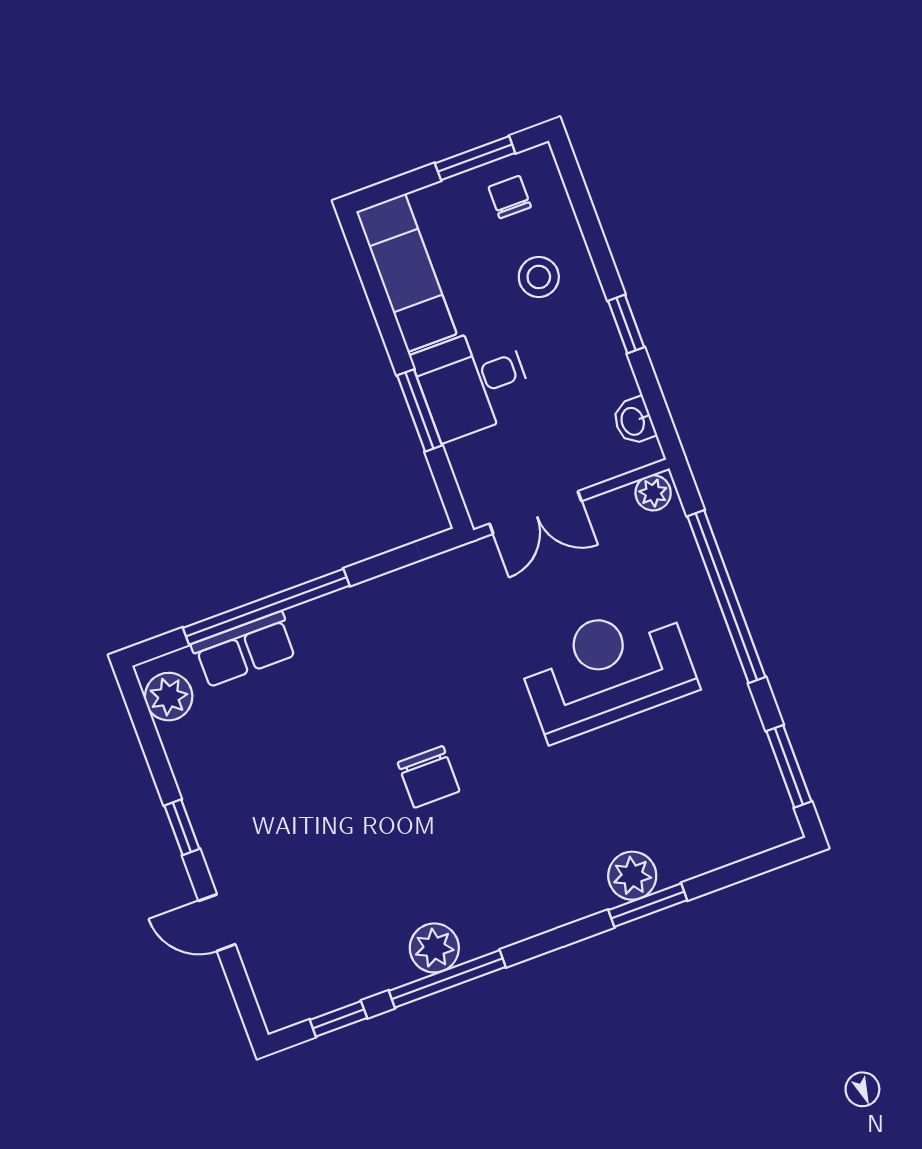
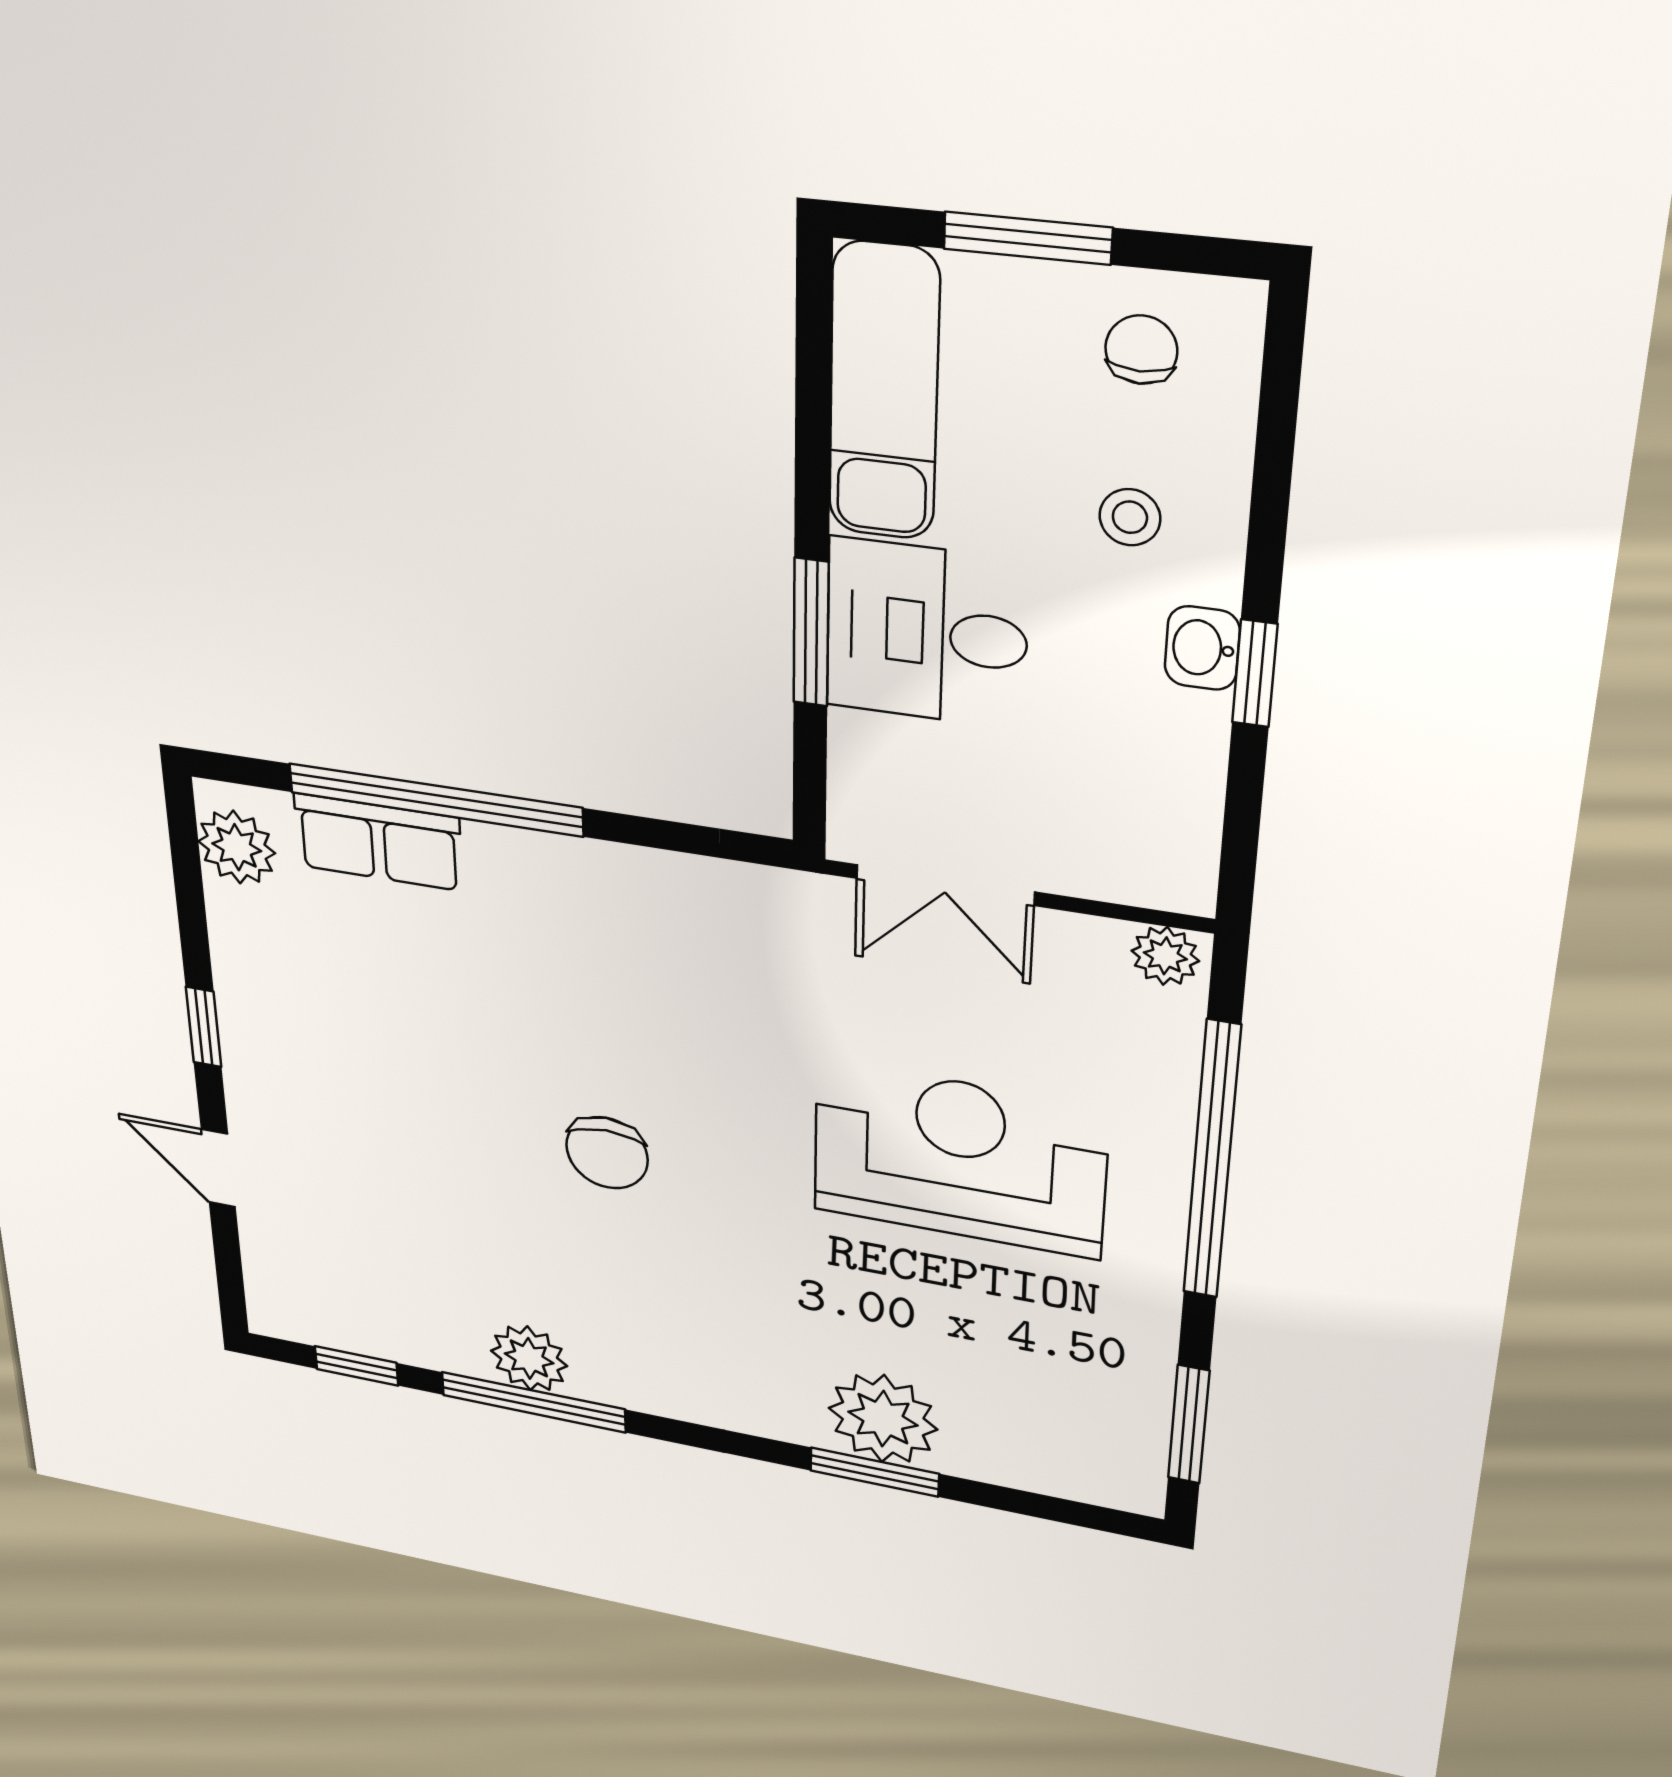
window: (475, 158) -> (1028, 238), moved
stool: (539, 277) -> (1130, 517), width x0.73, depth x0.73
washbasin: (634, 421) -> (1202, 648), moved
plant: (632, 876) -> (883, 1419), width x1.36, depth x1.36

